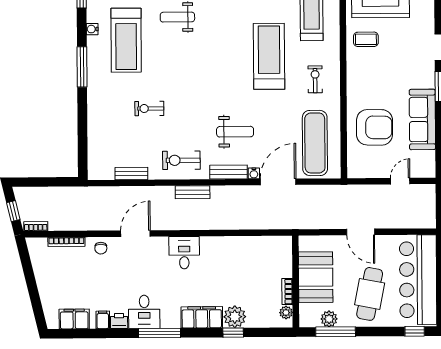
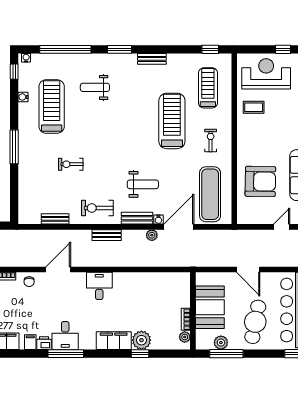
treadmill: (126, 40) -> (52, 107), turned 180
window: (82, 67) -> (14, 147), moved
plant: (246, 192) -> (152, 235), added
window: (160, 333) -> (66, 354), moved

